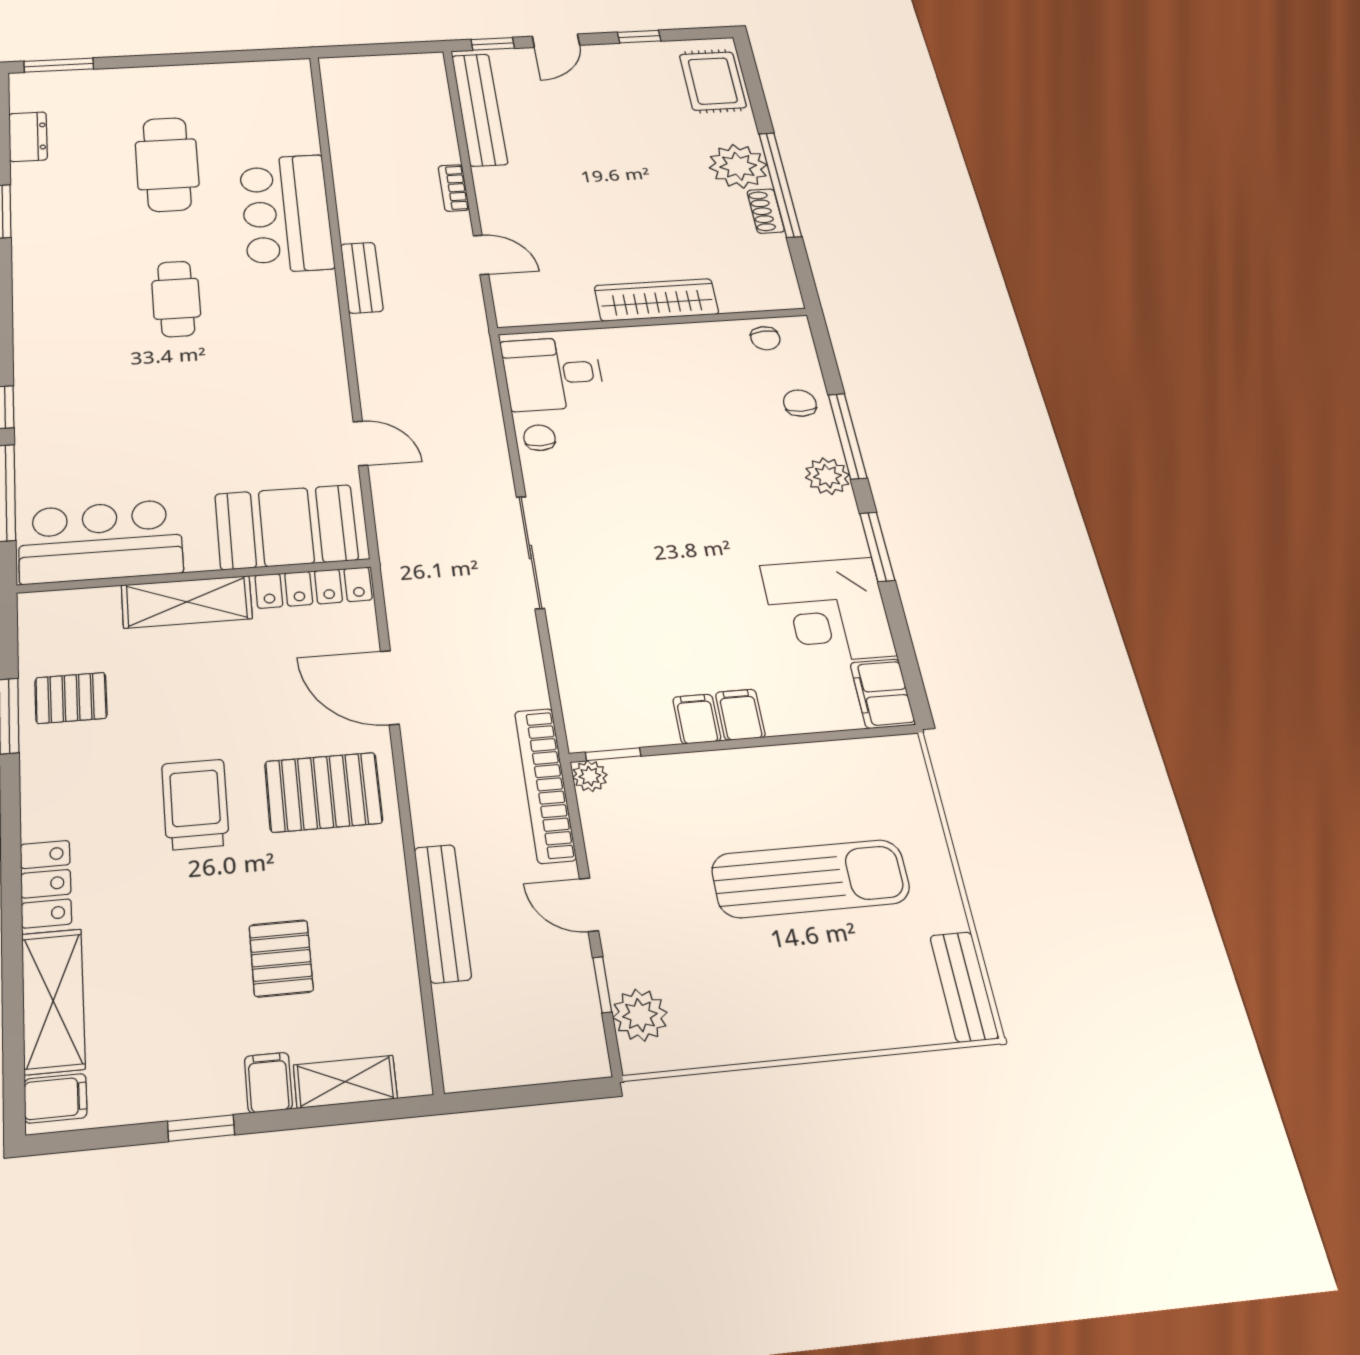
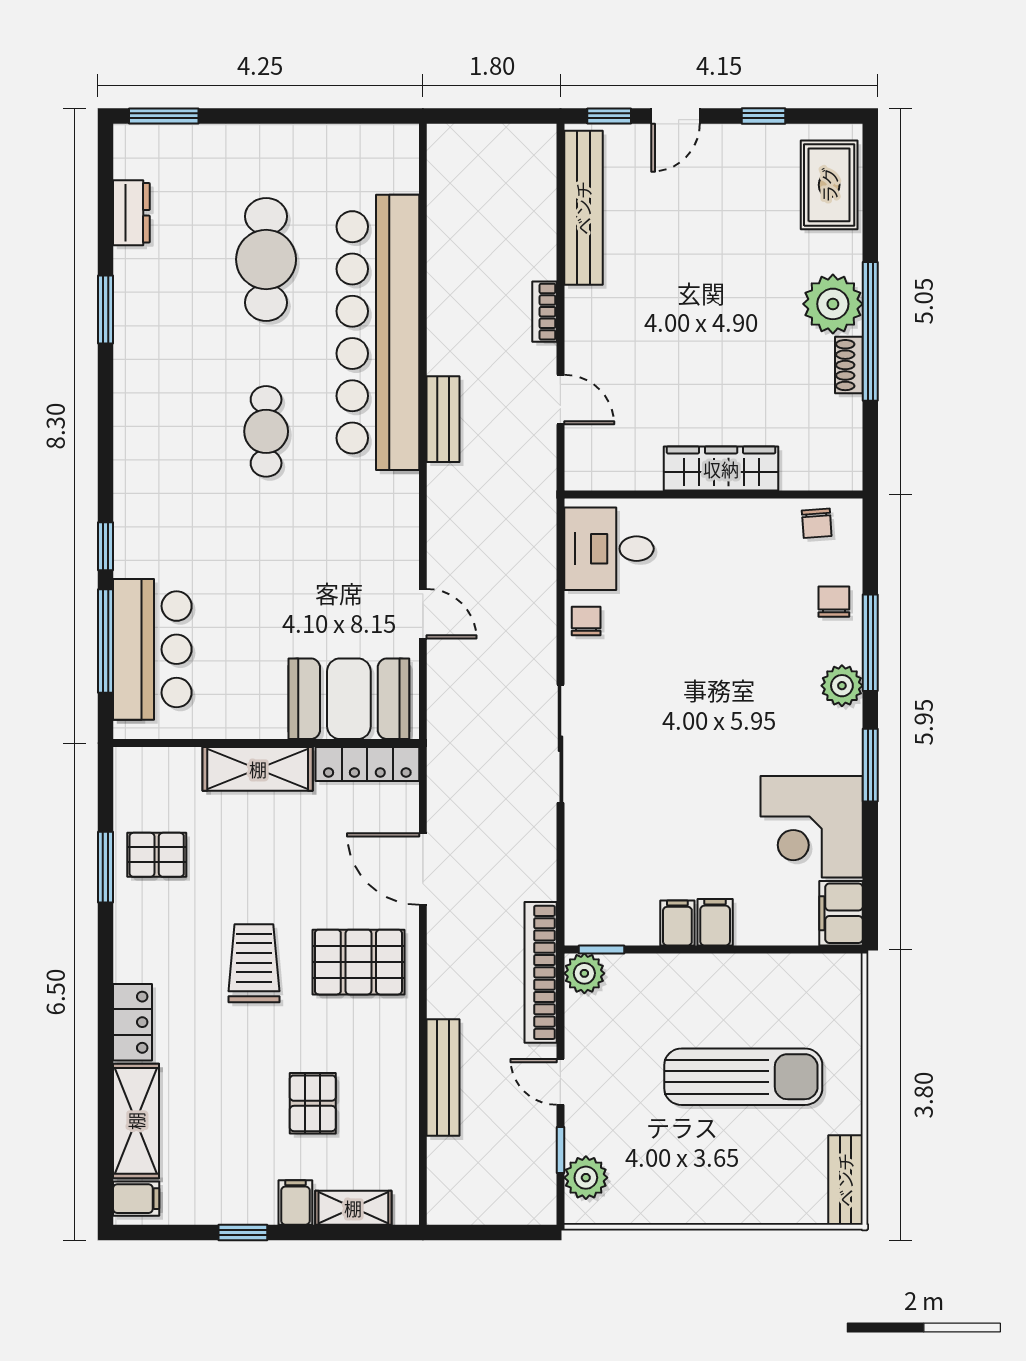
bar counter: (286, 213) -> (378, 332), width x1.86
bar counter: (100, 541) -> (152, 649), moved, turned 90
plant: (590, 776) -> (584, 973), width x1.38, depth x1.38

